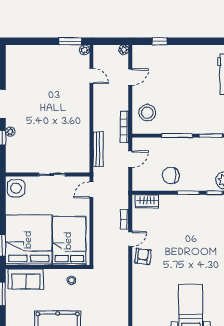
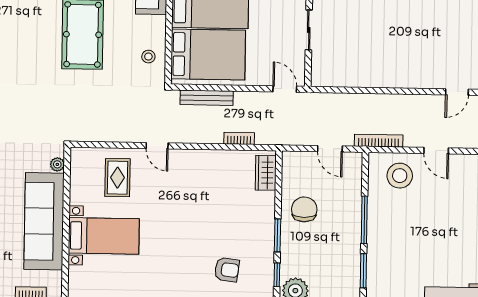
door: (130, 77) -> (436, 151), moved
bench: (98, 149) -> (207, 98), moved
door: (130, 239) -> (157, 146), moved
armchair: (143, 256) -> (227, 270), moved
rug: (152, 299) -> (117, 178), added

